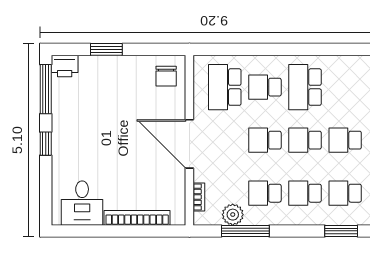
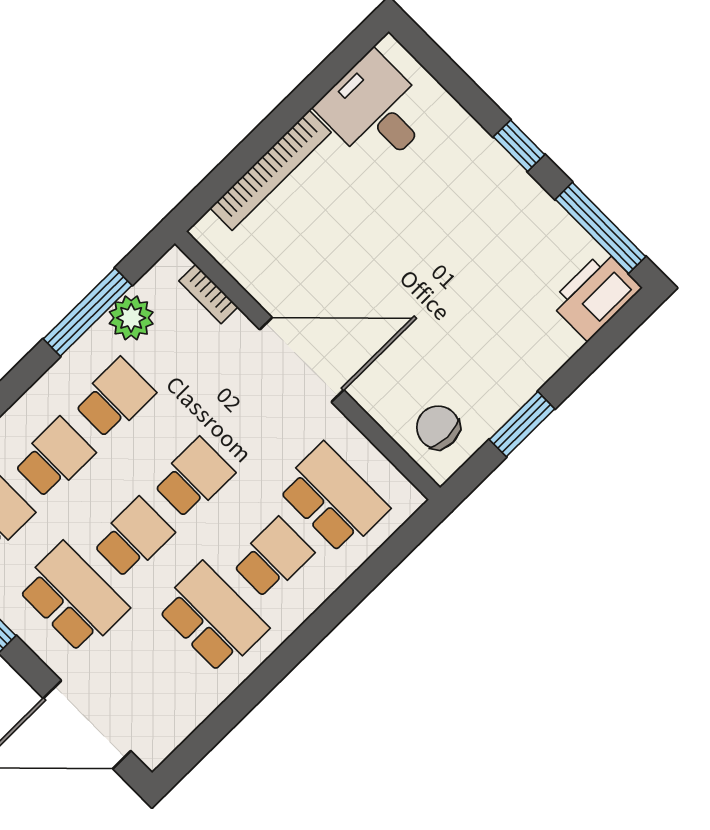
window: (106, 49) -> (522, 424), moved
printer: (65, 66) -> (596, 295), width x1.37, depth x1.19
school desk: (345, 140) -> (73, 598), width x1.85

